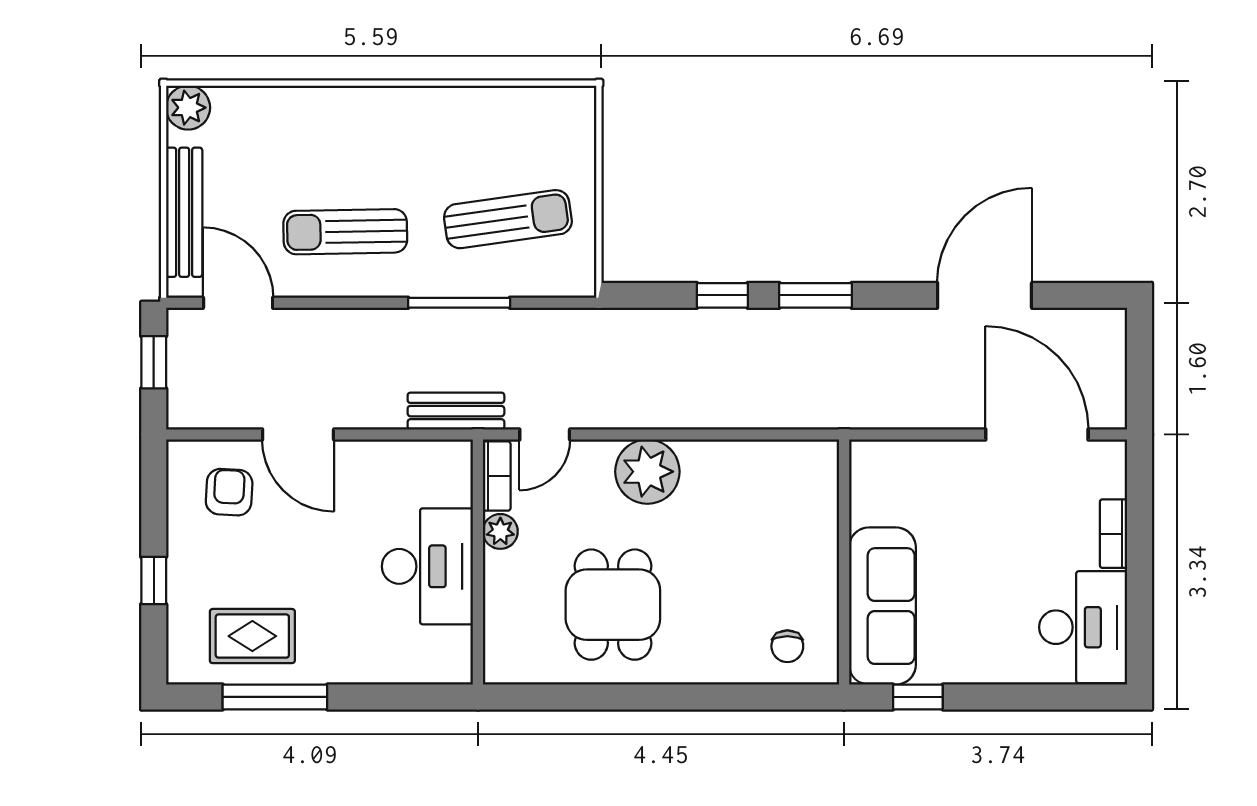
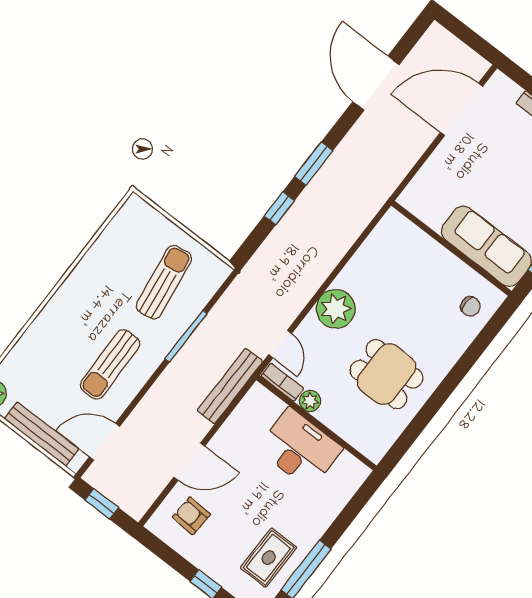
bench: (456, 411) -> (230, 386), width x1.36

